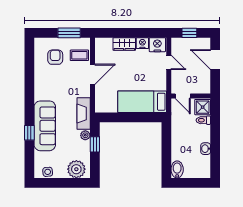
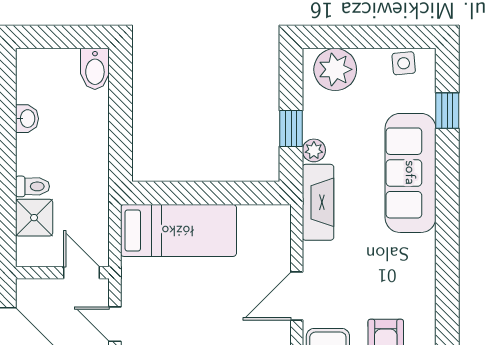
door: (183, 96) -> (82, 273), moved
wall: (191, 96) -> (62, 273), moved
window: (29, 133) -> (447, 111), moved

